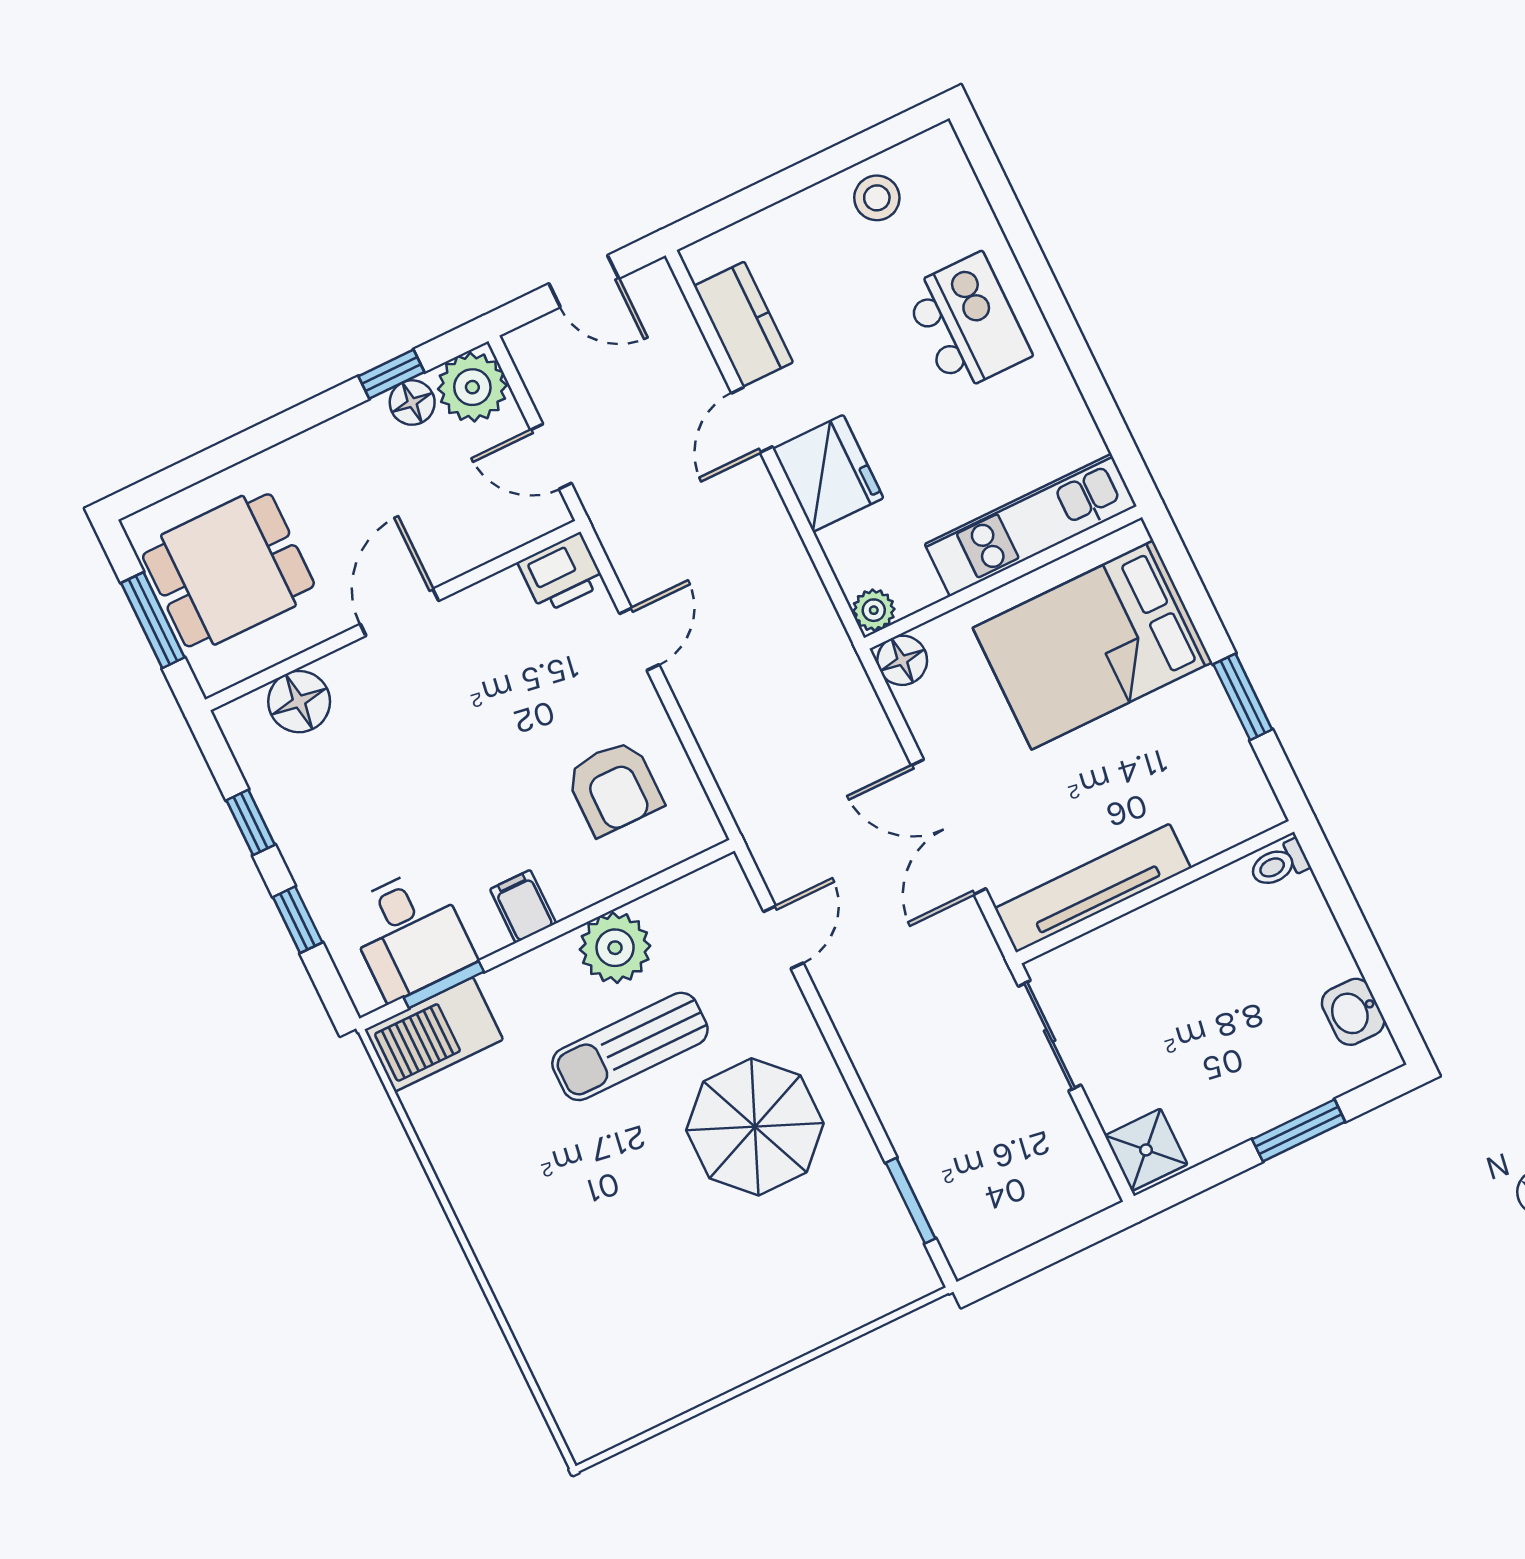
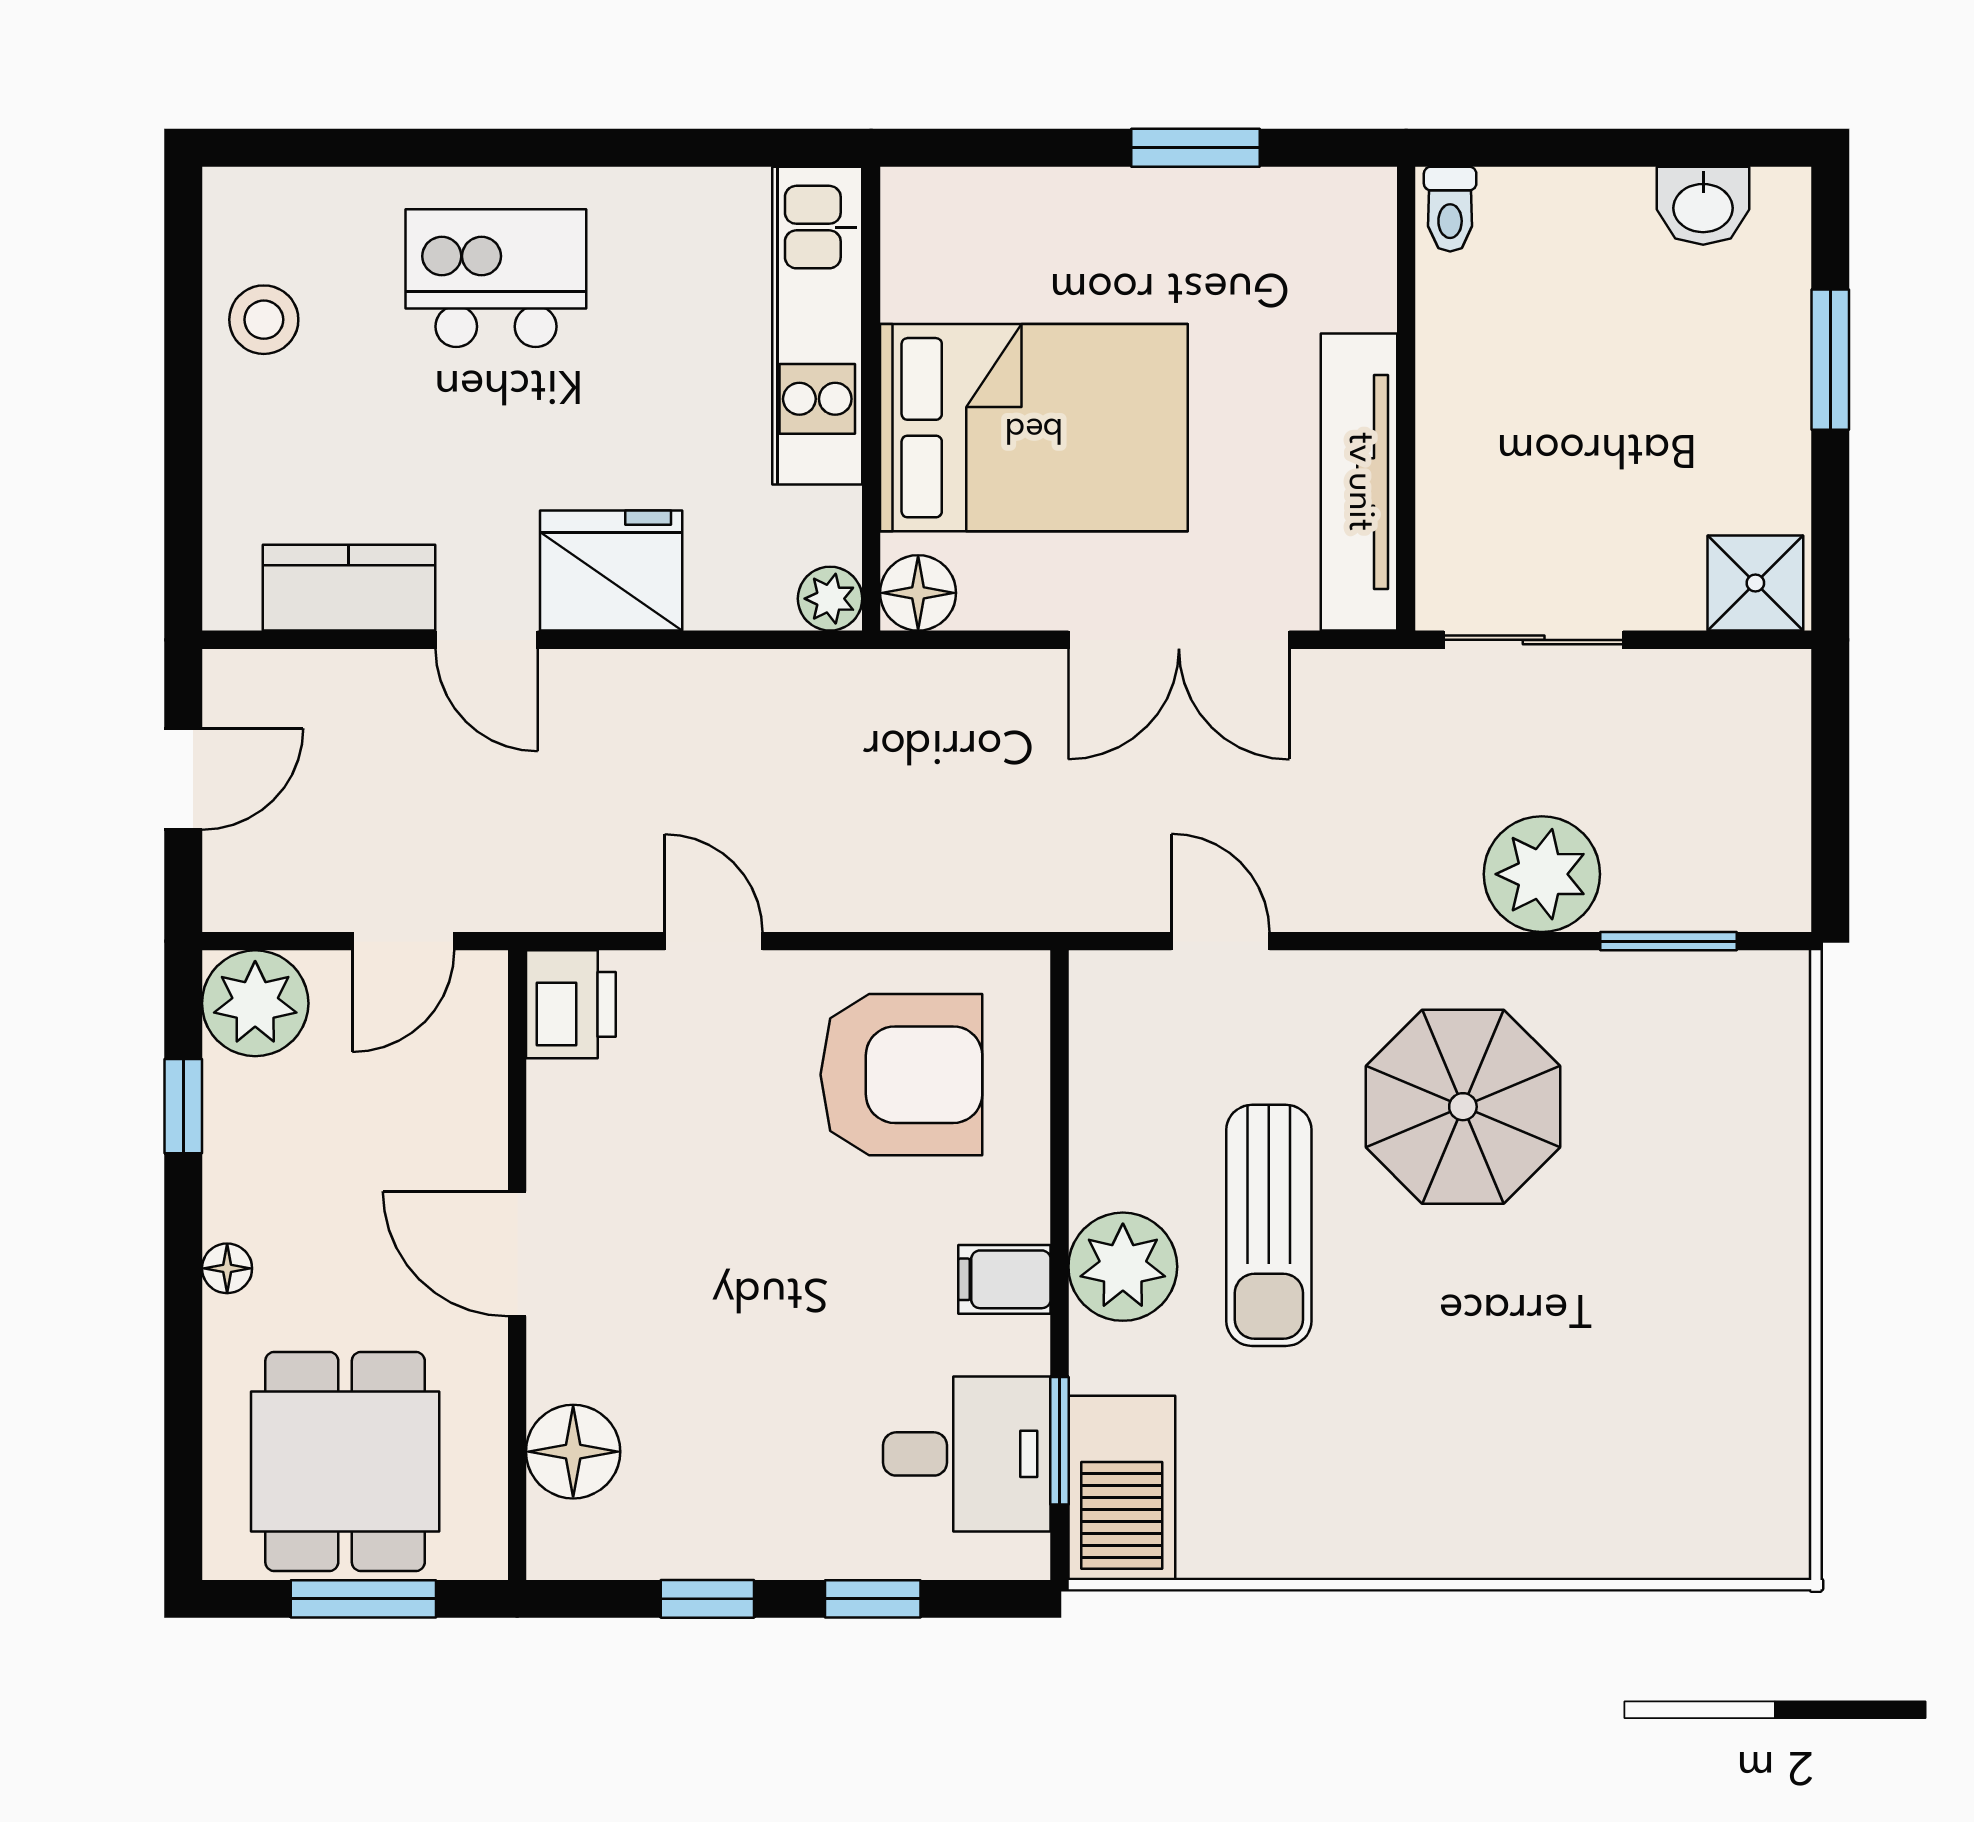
floor lamp: (412, 403) -> (227, 1268), moved, width x0.73, depth x0.73
bed: (1093, 645) -> (1034, 428), moved, turned -90
armchair: (614, 788) -> (901, 1075), width x1.36, depth x1.36
plant: (615, 948) -> (1123, 1267), moved
plant: (914, 1107) -> (1542, 874), added

